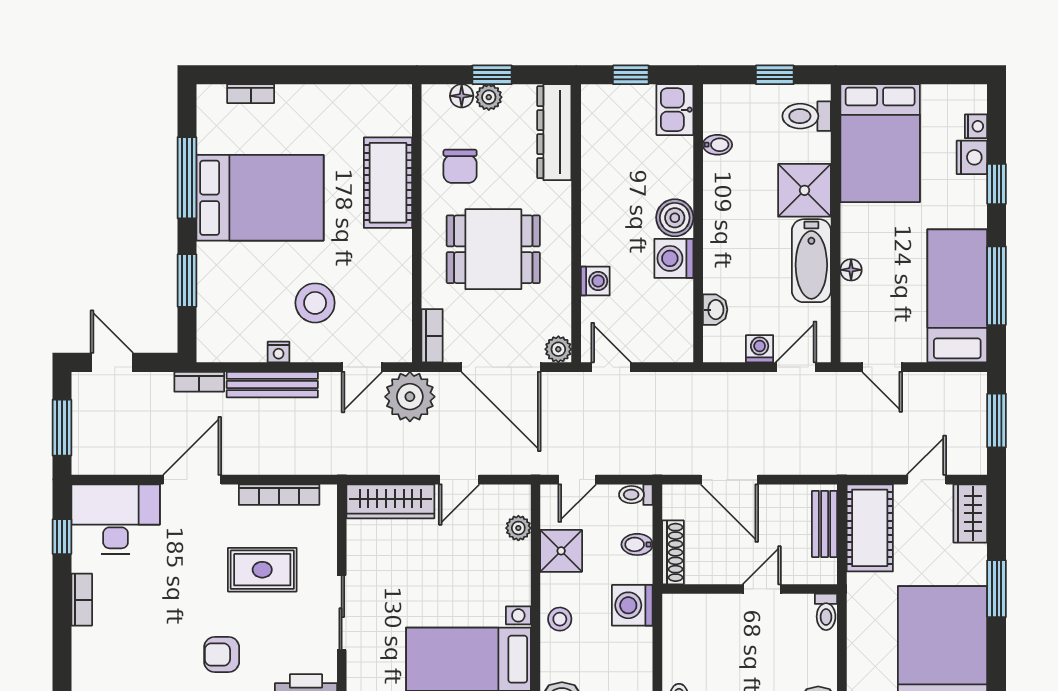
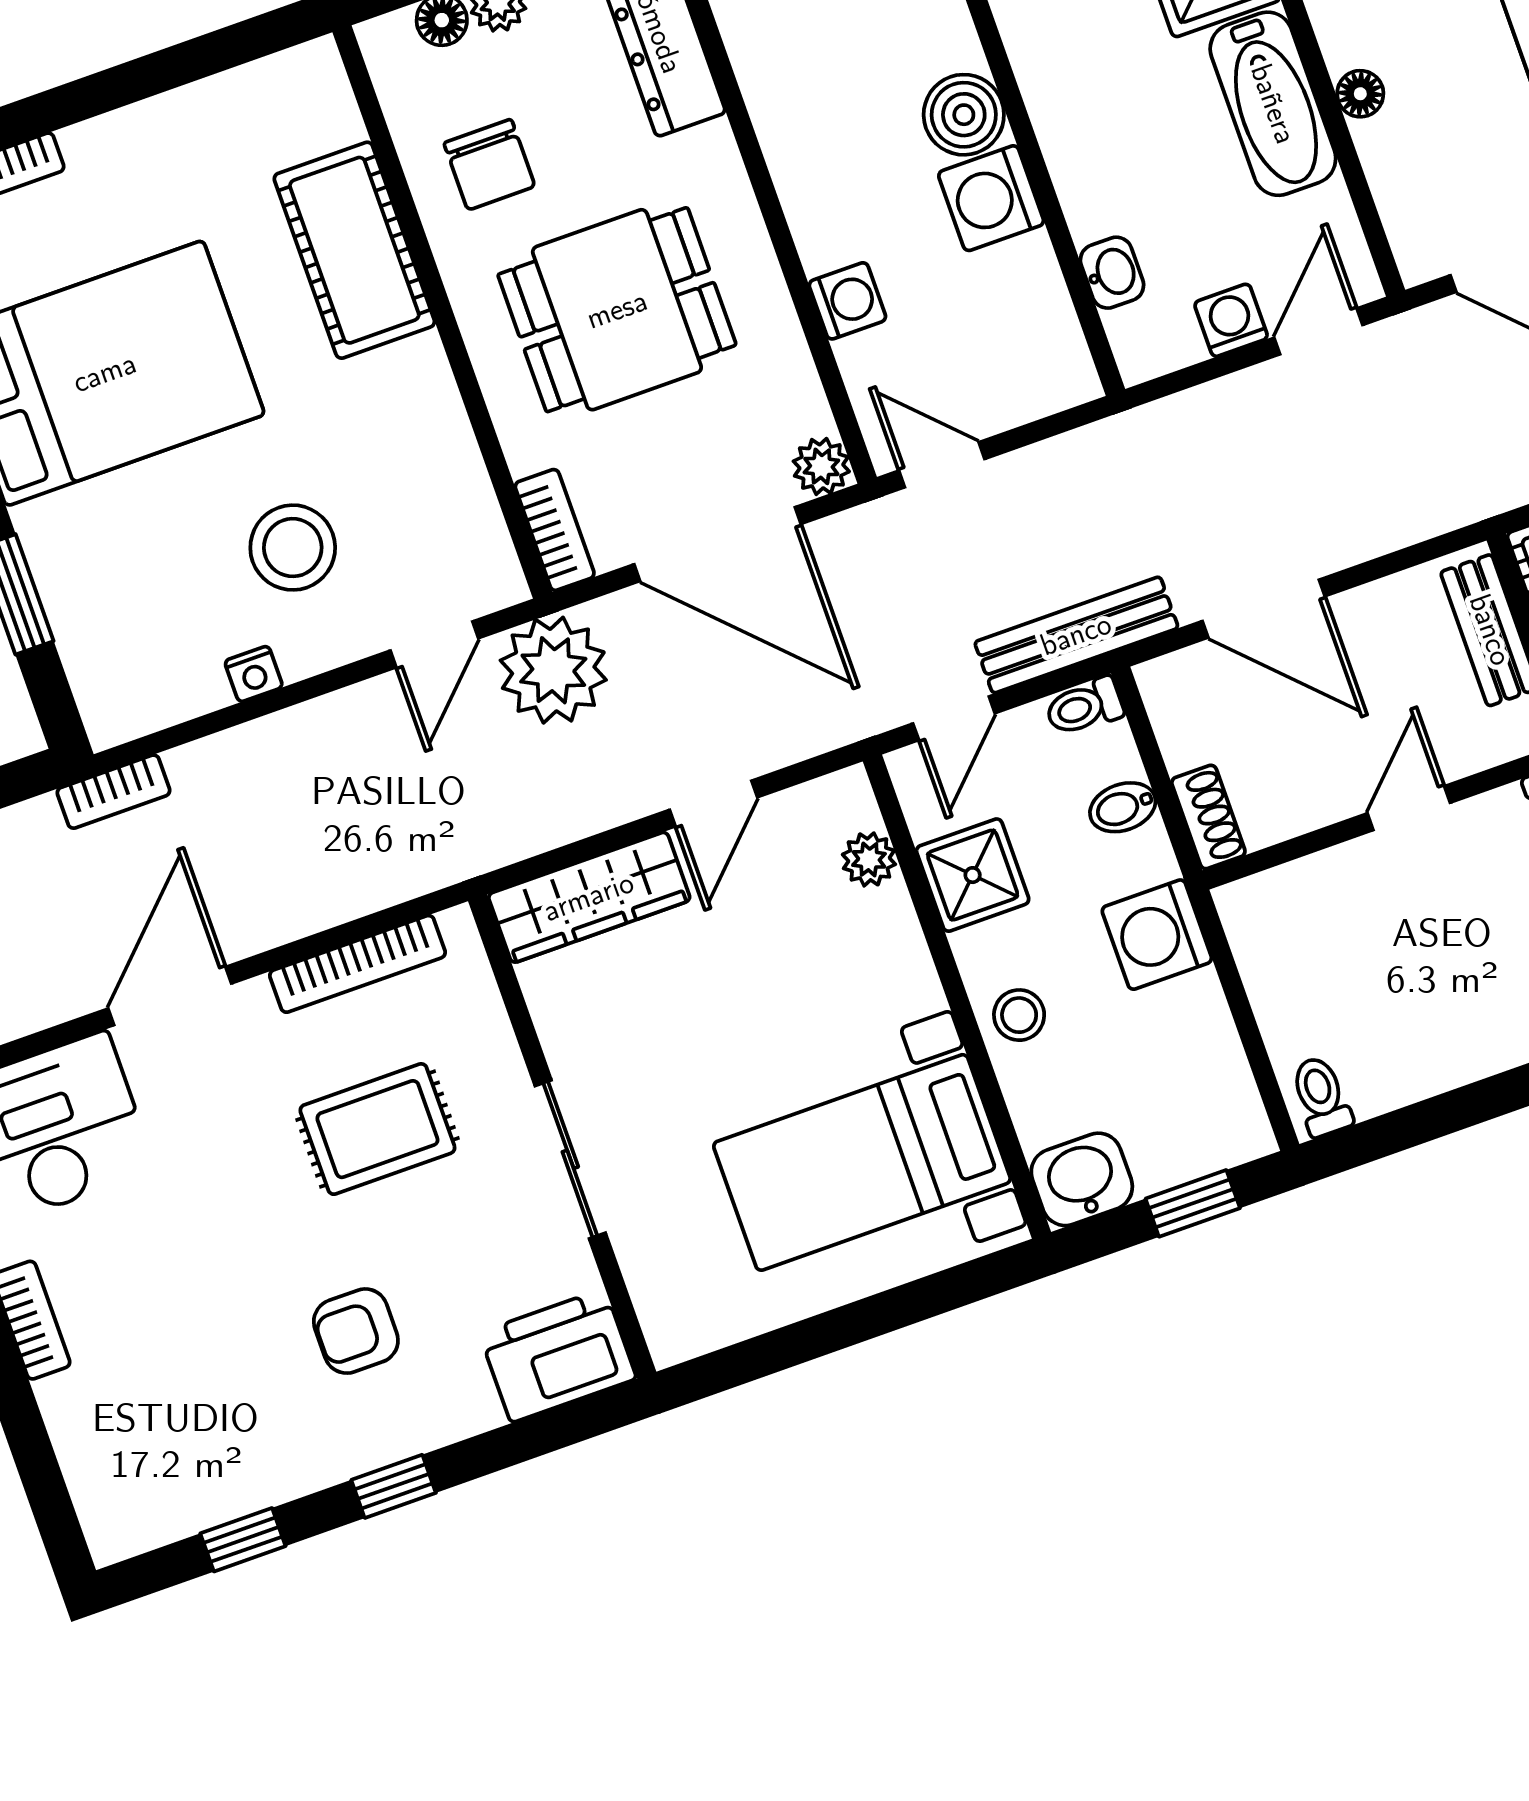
bench: (272, 385) -> (1076, 635), moved
shoe rack: (673, 552) -> (1208, 817), width x0.70

